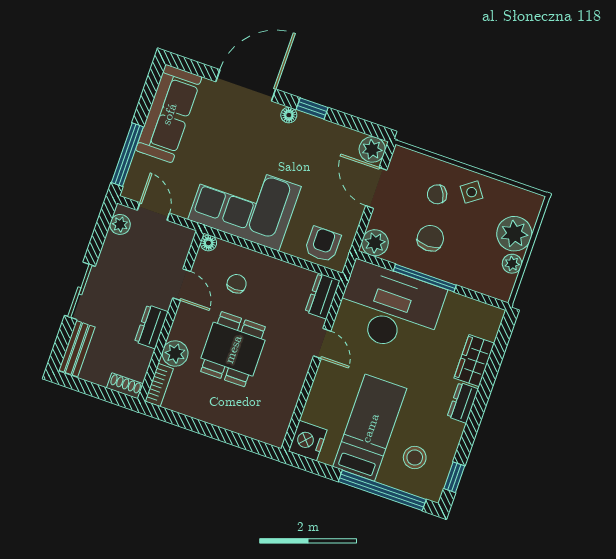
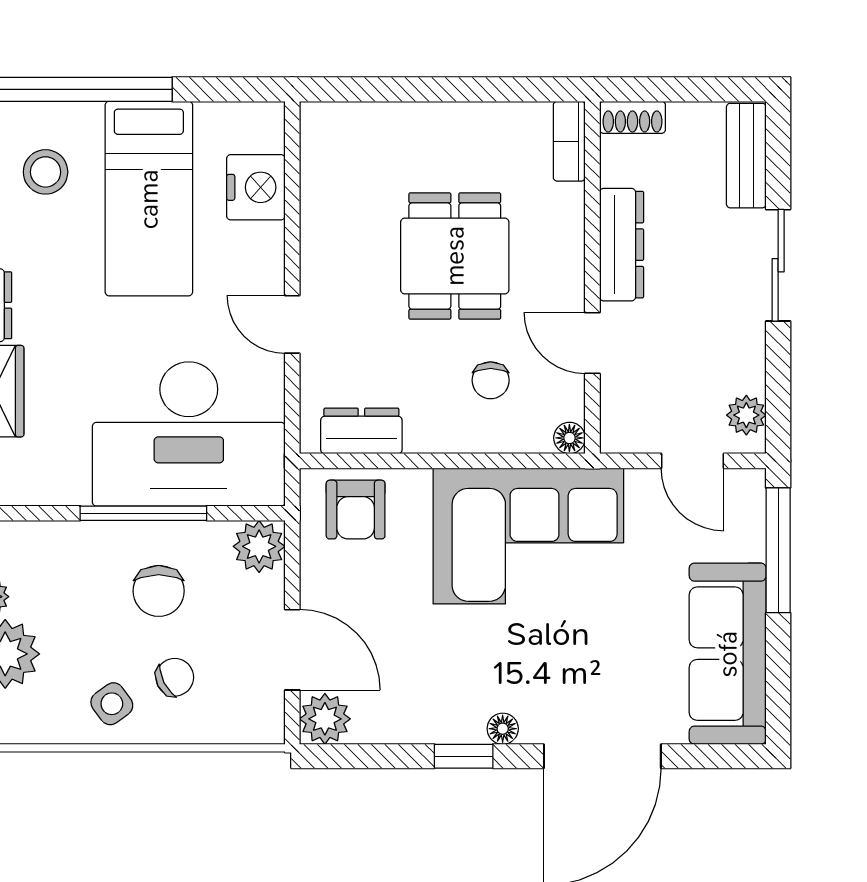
dresser: (322, 296) -> (361, 431), moved, turned -90
dresser: (151, 327) -> (622, 245), width x1.44
plant: (175, 353) -> (560, 210), removed
nightstand: (308, 441) -> (256, 187), moved

